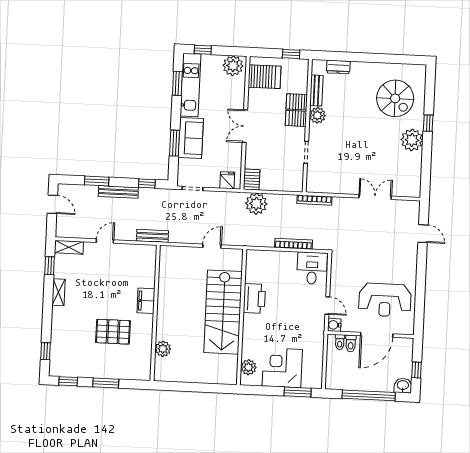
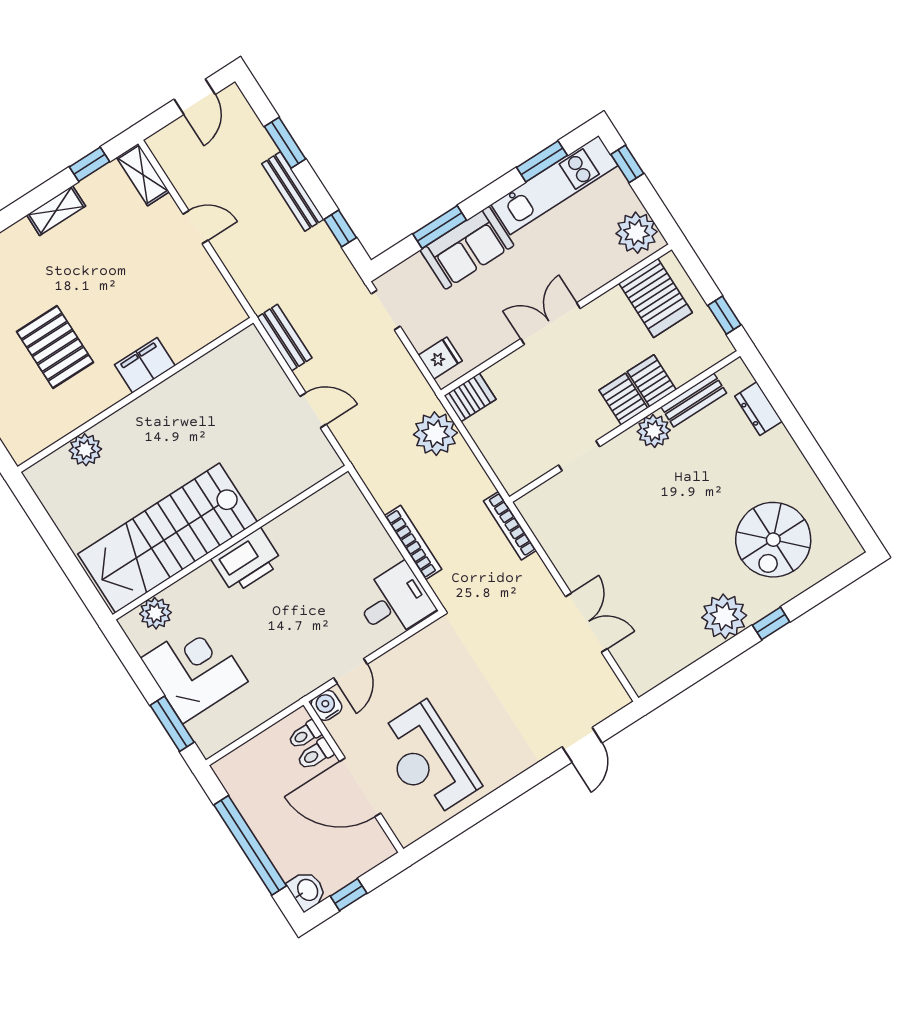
bench: (152, 236) -> (284, 338), moved
printer: (254, 298) -> (247, 561), moved
stairs: (223, 312) -> (167, 538), moved

